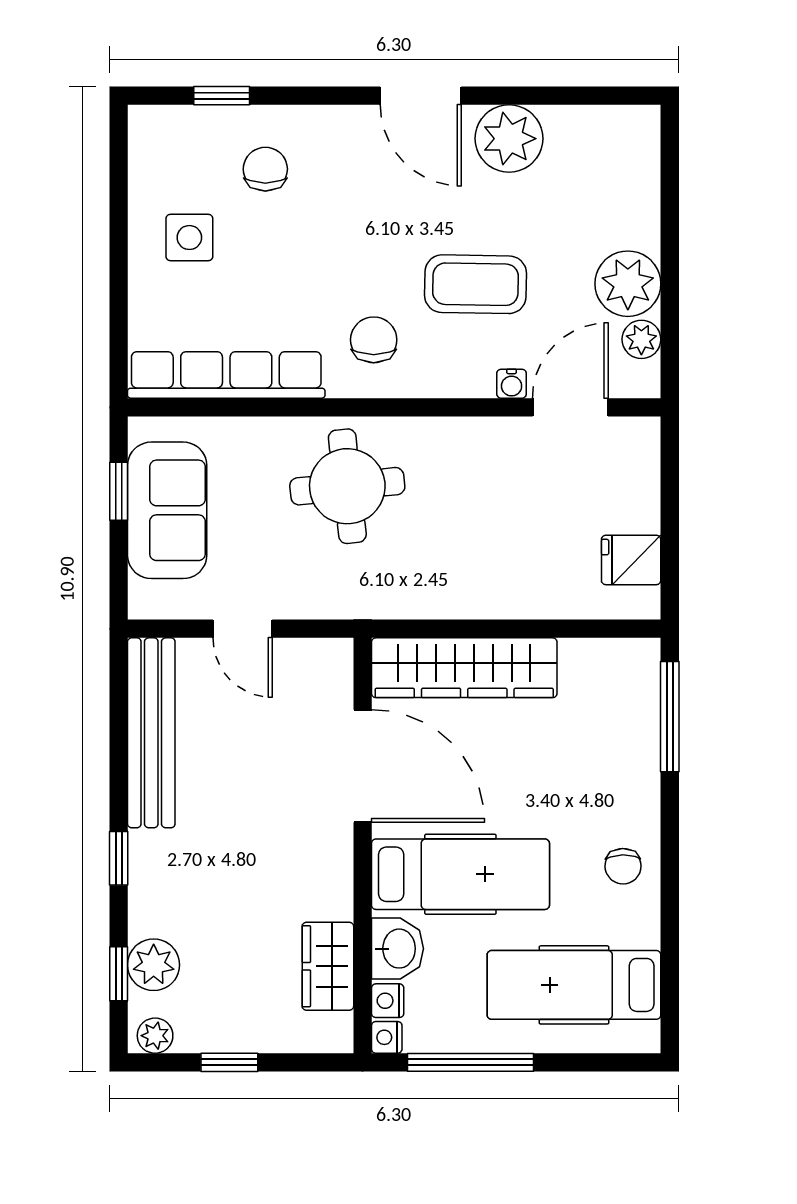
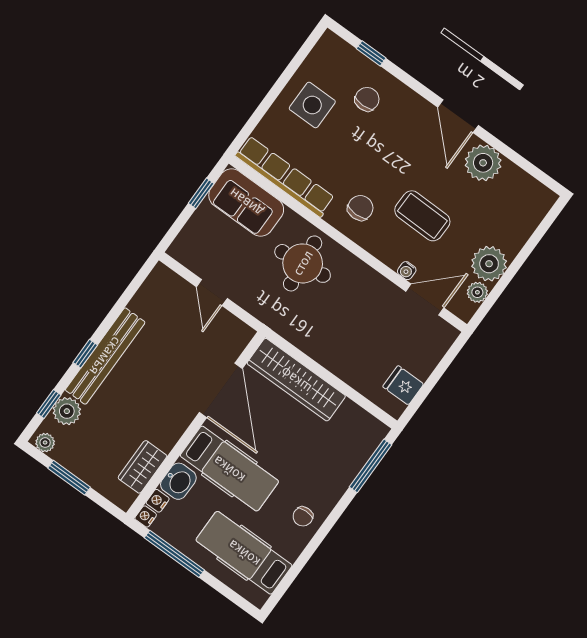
side table: (189, 238) -> (312, 105), width x1.37, depth x1.37
sofa: (167, 510) -> (246, 202), moved, turned 90
bench: (151, 733) -> (105, 356), moved
window: (229, 1062) -> (69, 478), width x1.50

